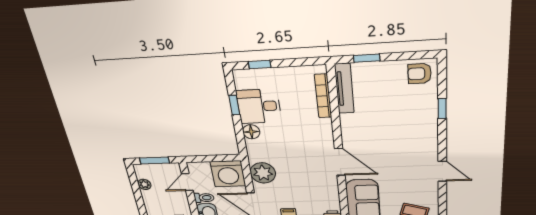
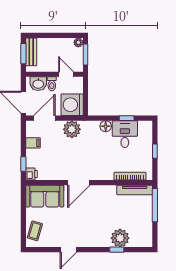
window: (367, 58) -> (155, 205), width x2.17
window: (260, 64) -> (155, 151), moved
armchair: (420, 74) -> (142, 236), removed
plant: (423, 105) -> (120, 238), added
plant: (144, 184) -> (78, 42), moved

